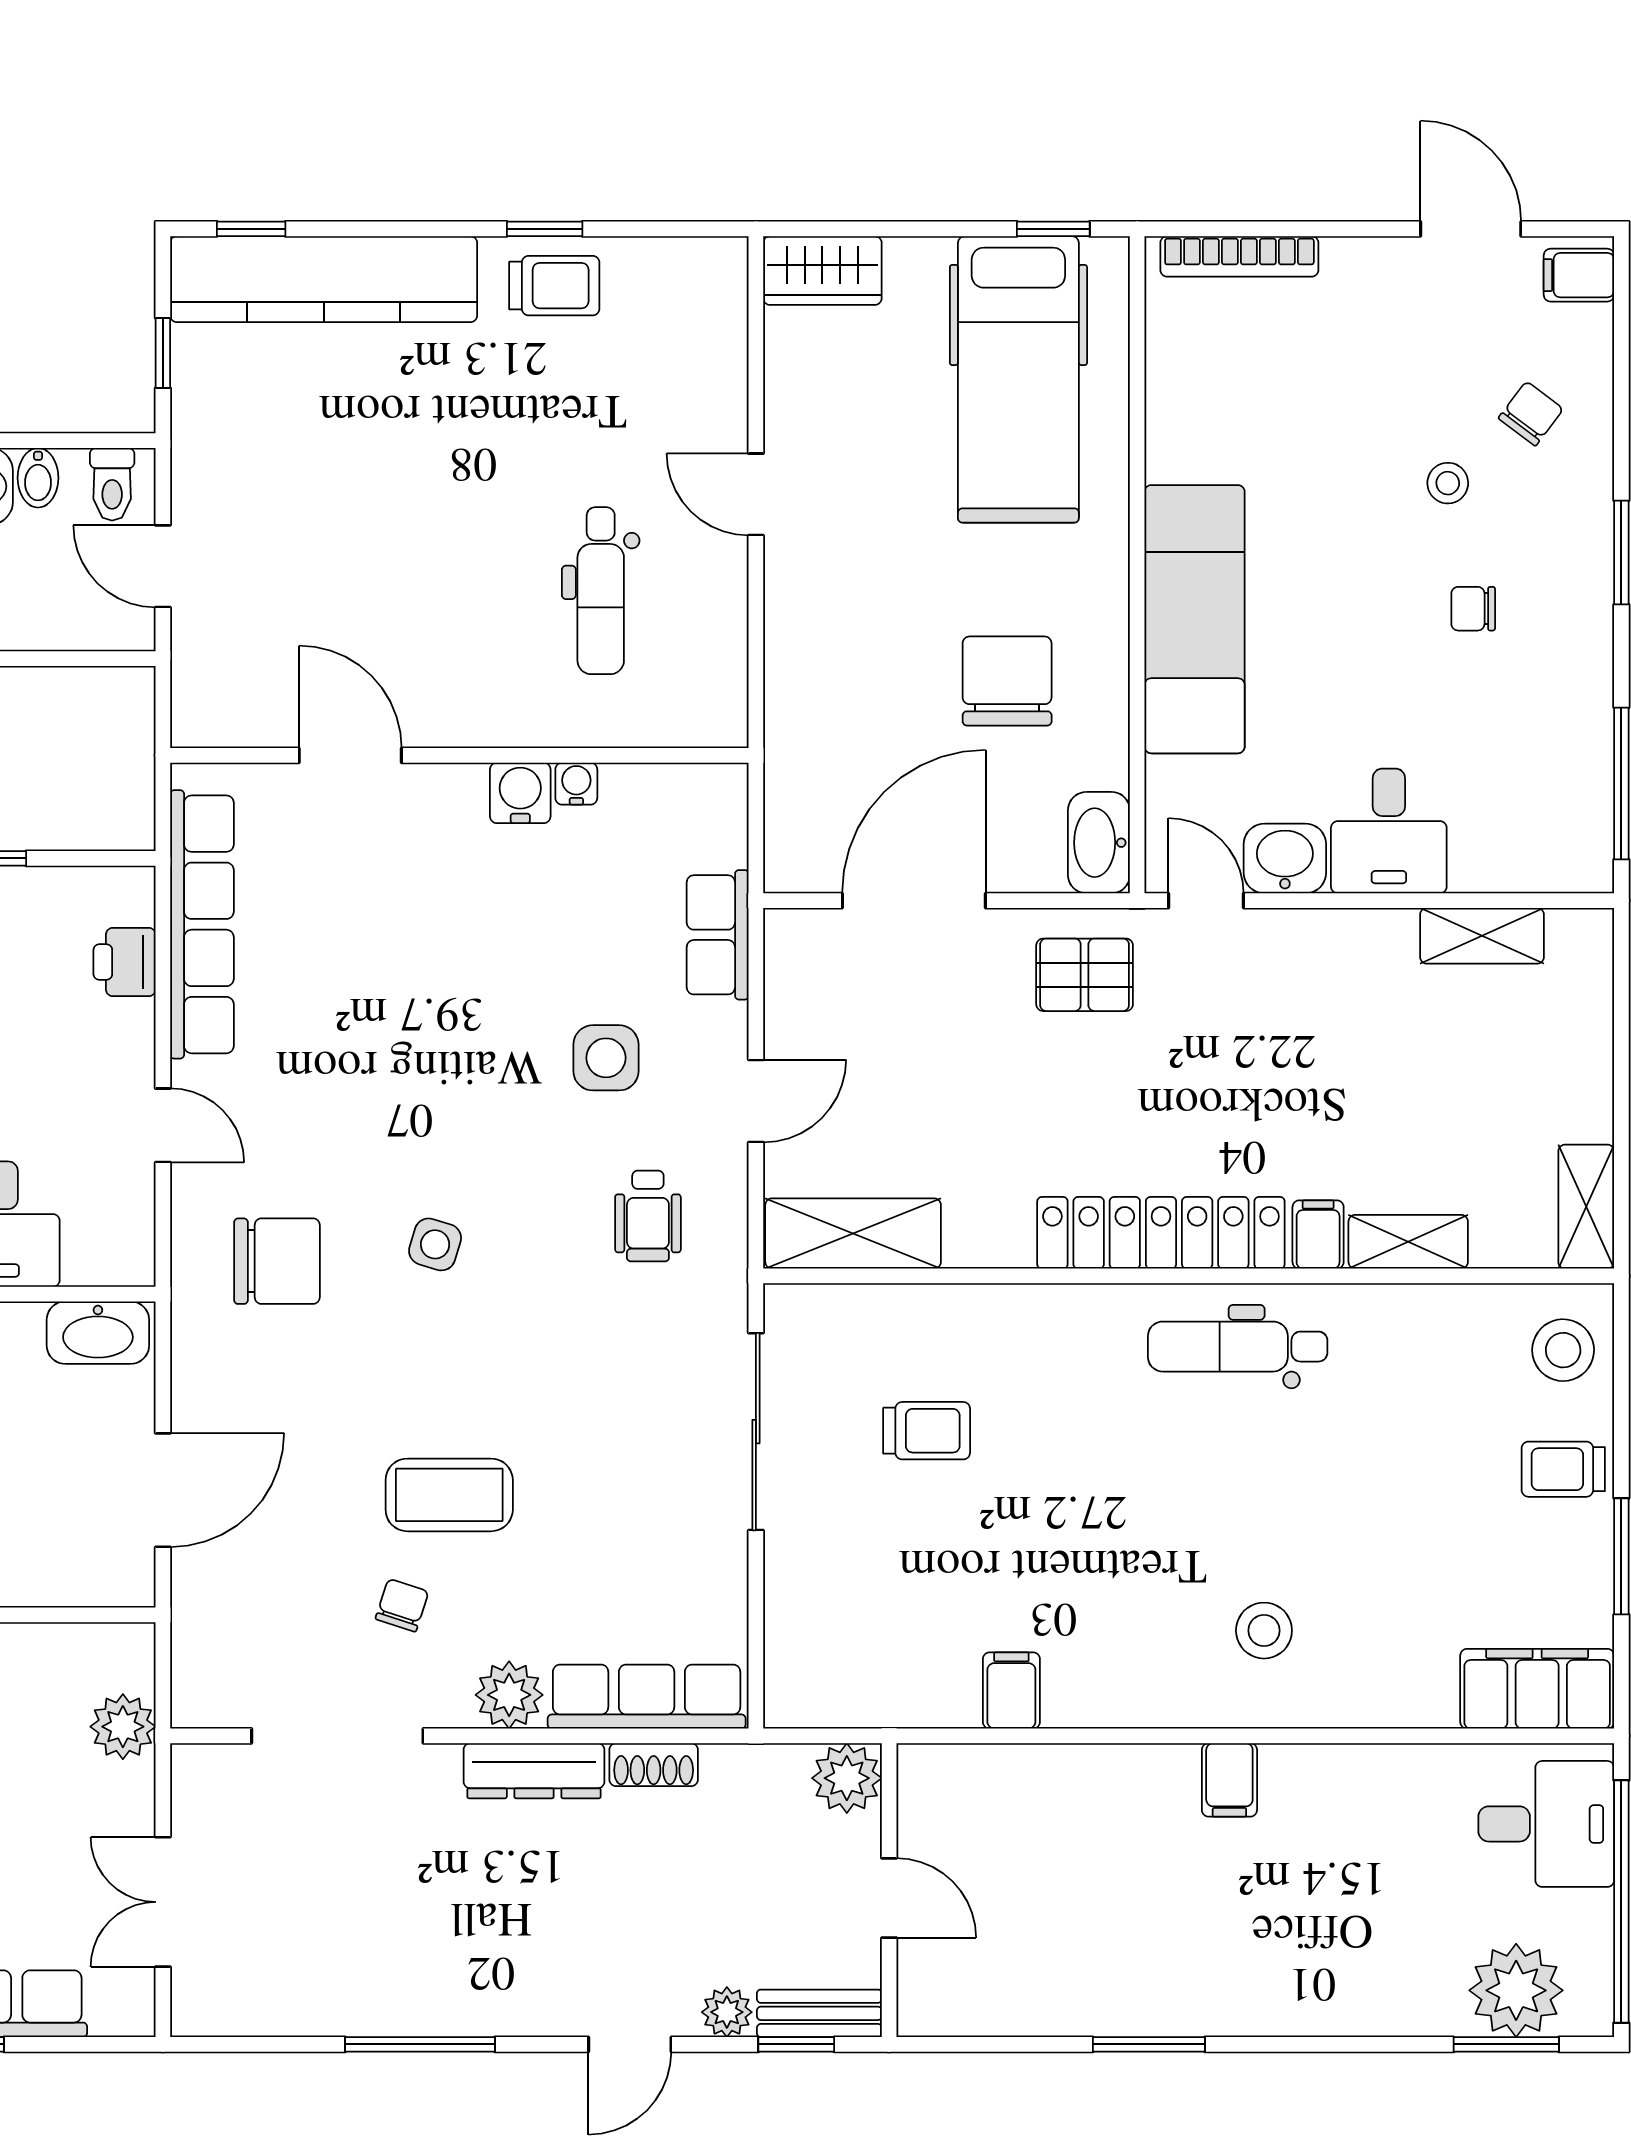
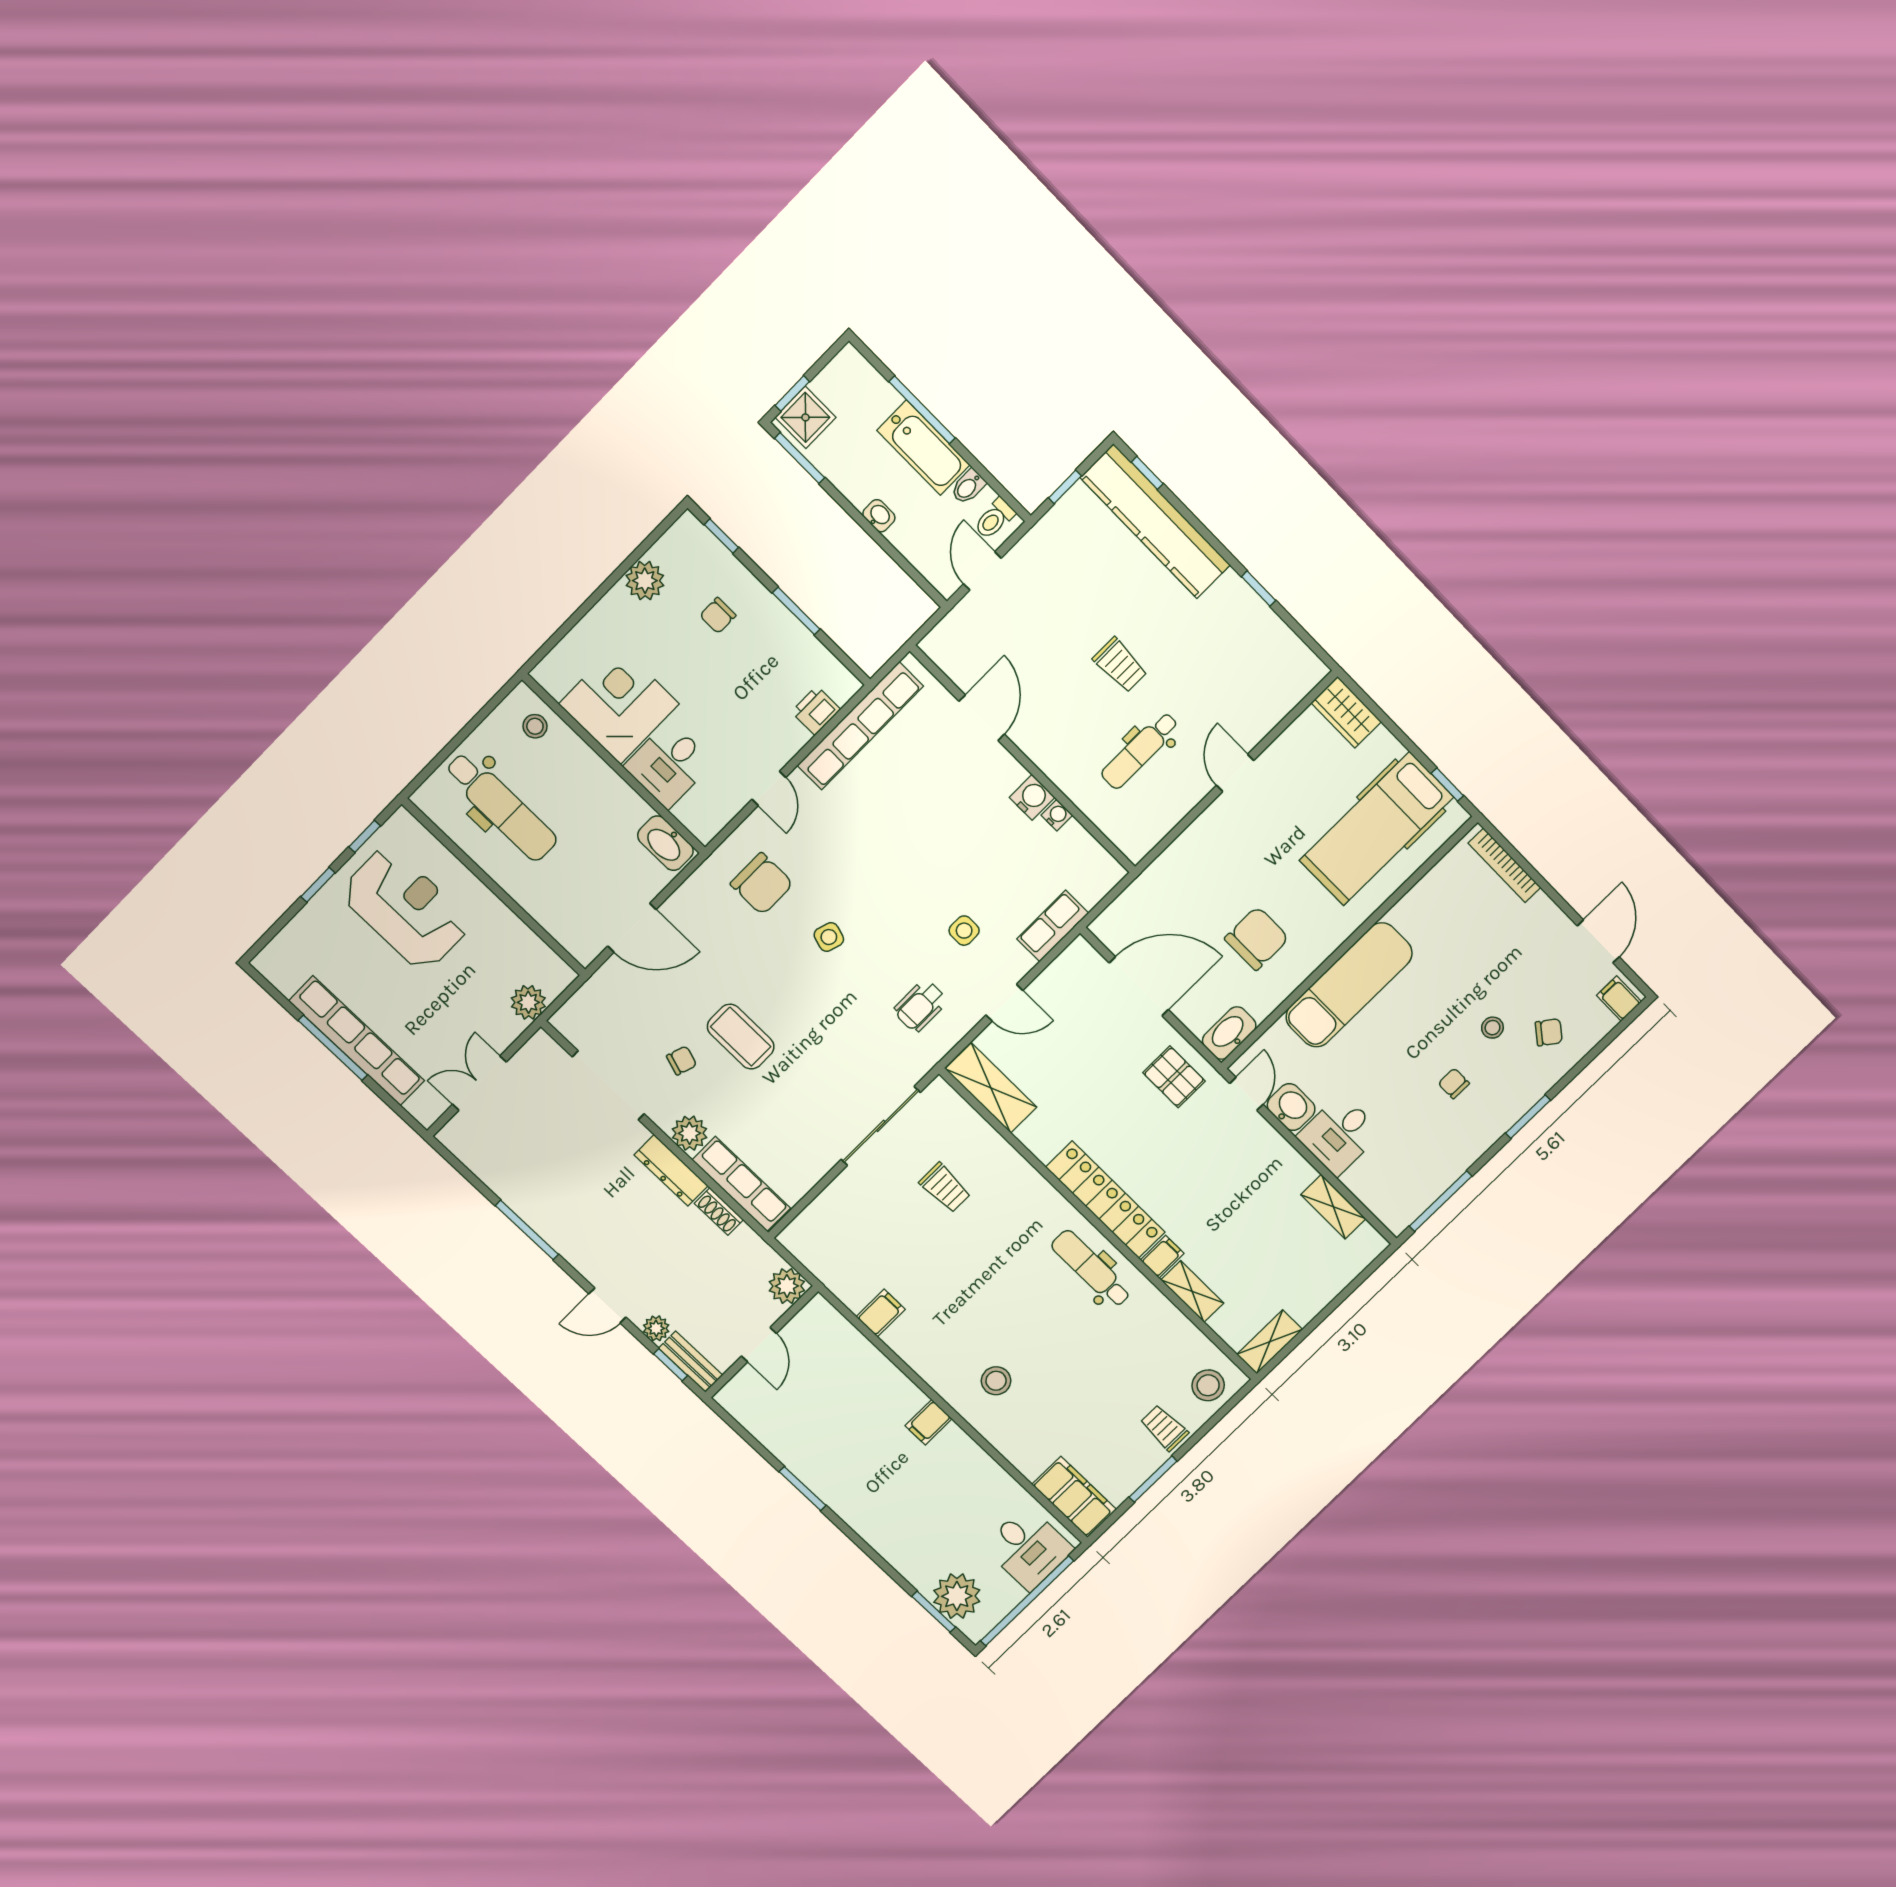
trolley: (554, 286) -> (1120, 665), moved
side table: (606, 1058) -> (964, 931), width x0.73, depth x0.73

